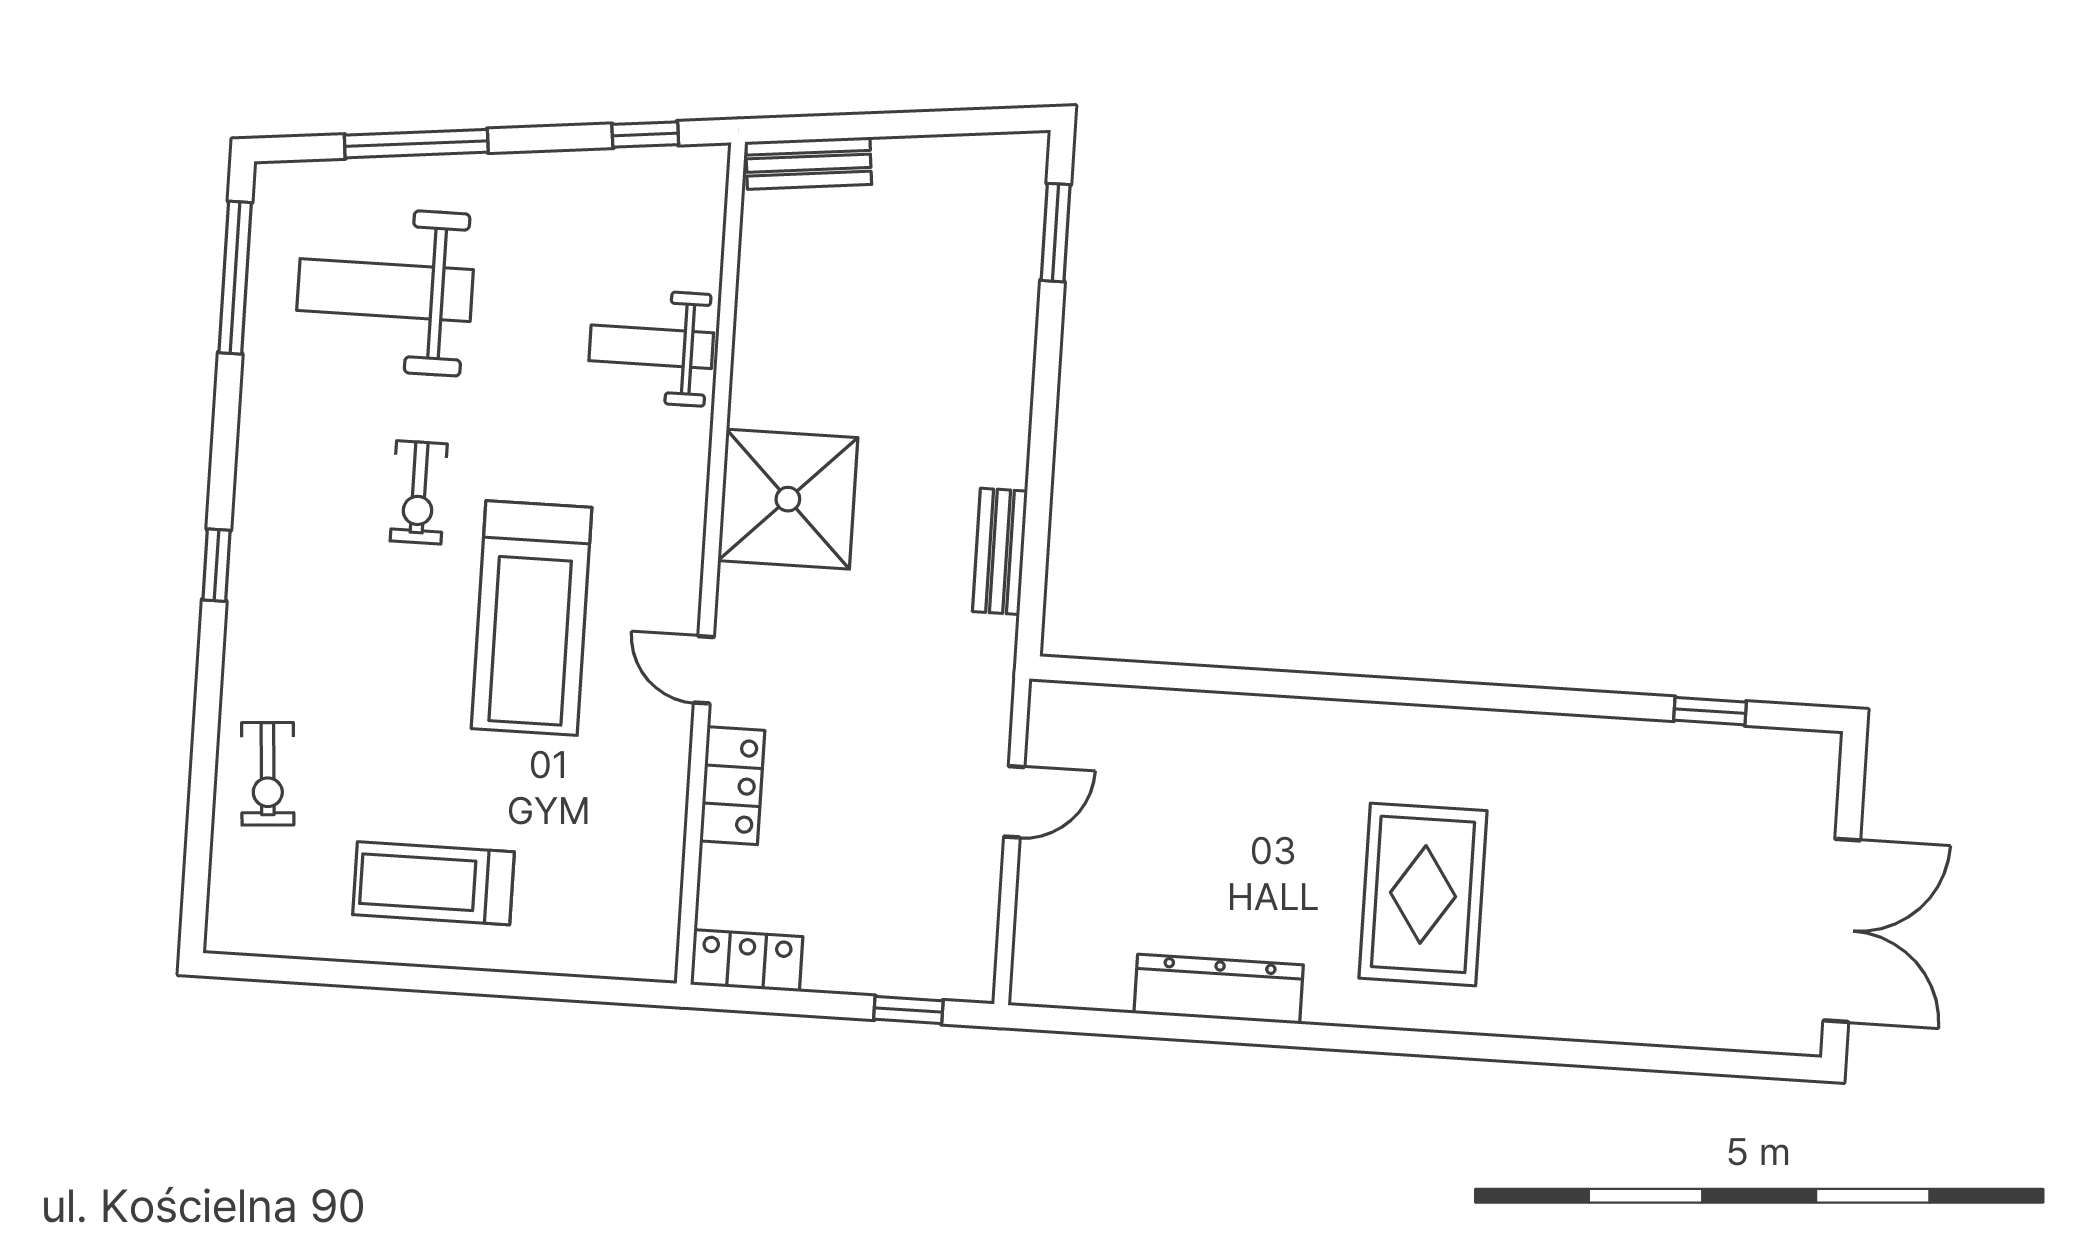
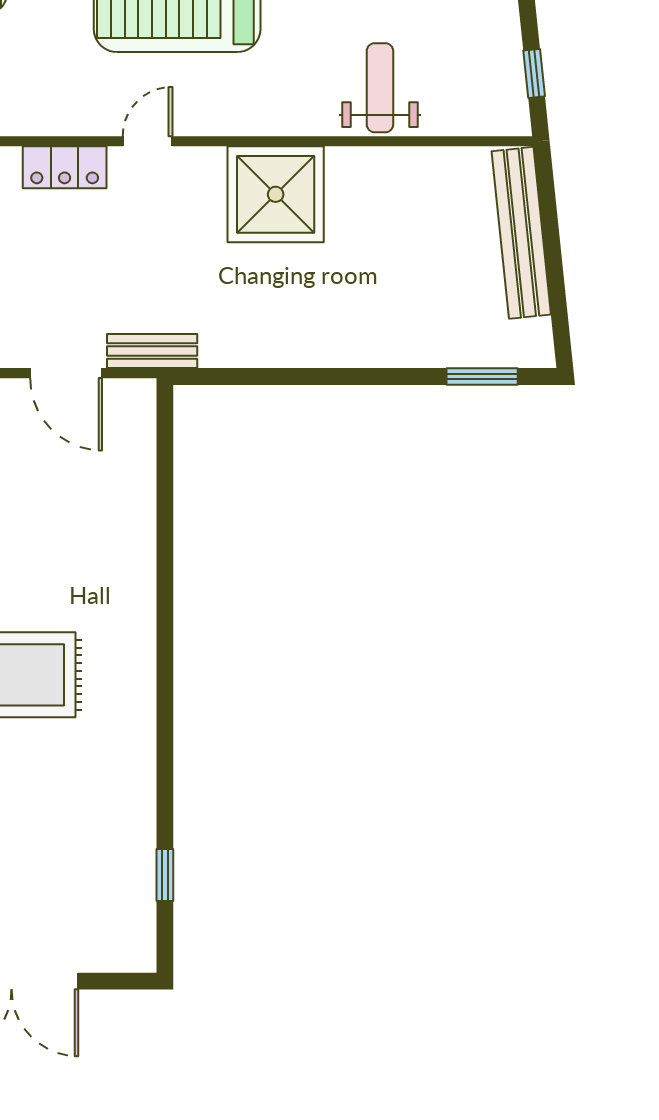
bench: (809, 163) -> (521, 233), width x1.86, depth x1.21
bench: (1000, 551) -> (152, 351), moved
door: (1014, 802) -> (66, 373), width x1.38

